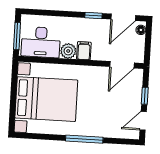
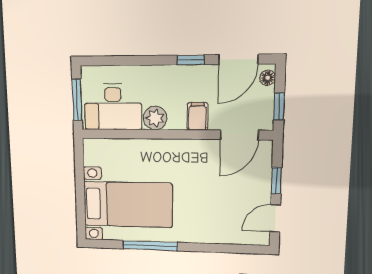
window: (147, 48) -> (279, 107), added
filing cabinet: (84, 51) -> (197, 116), moved
bed with nightstands: (46, 99) -> (128, 204), width x0.73
window: (84, 139) -> (150, 246), moved

